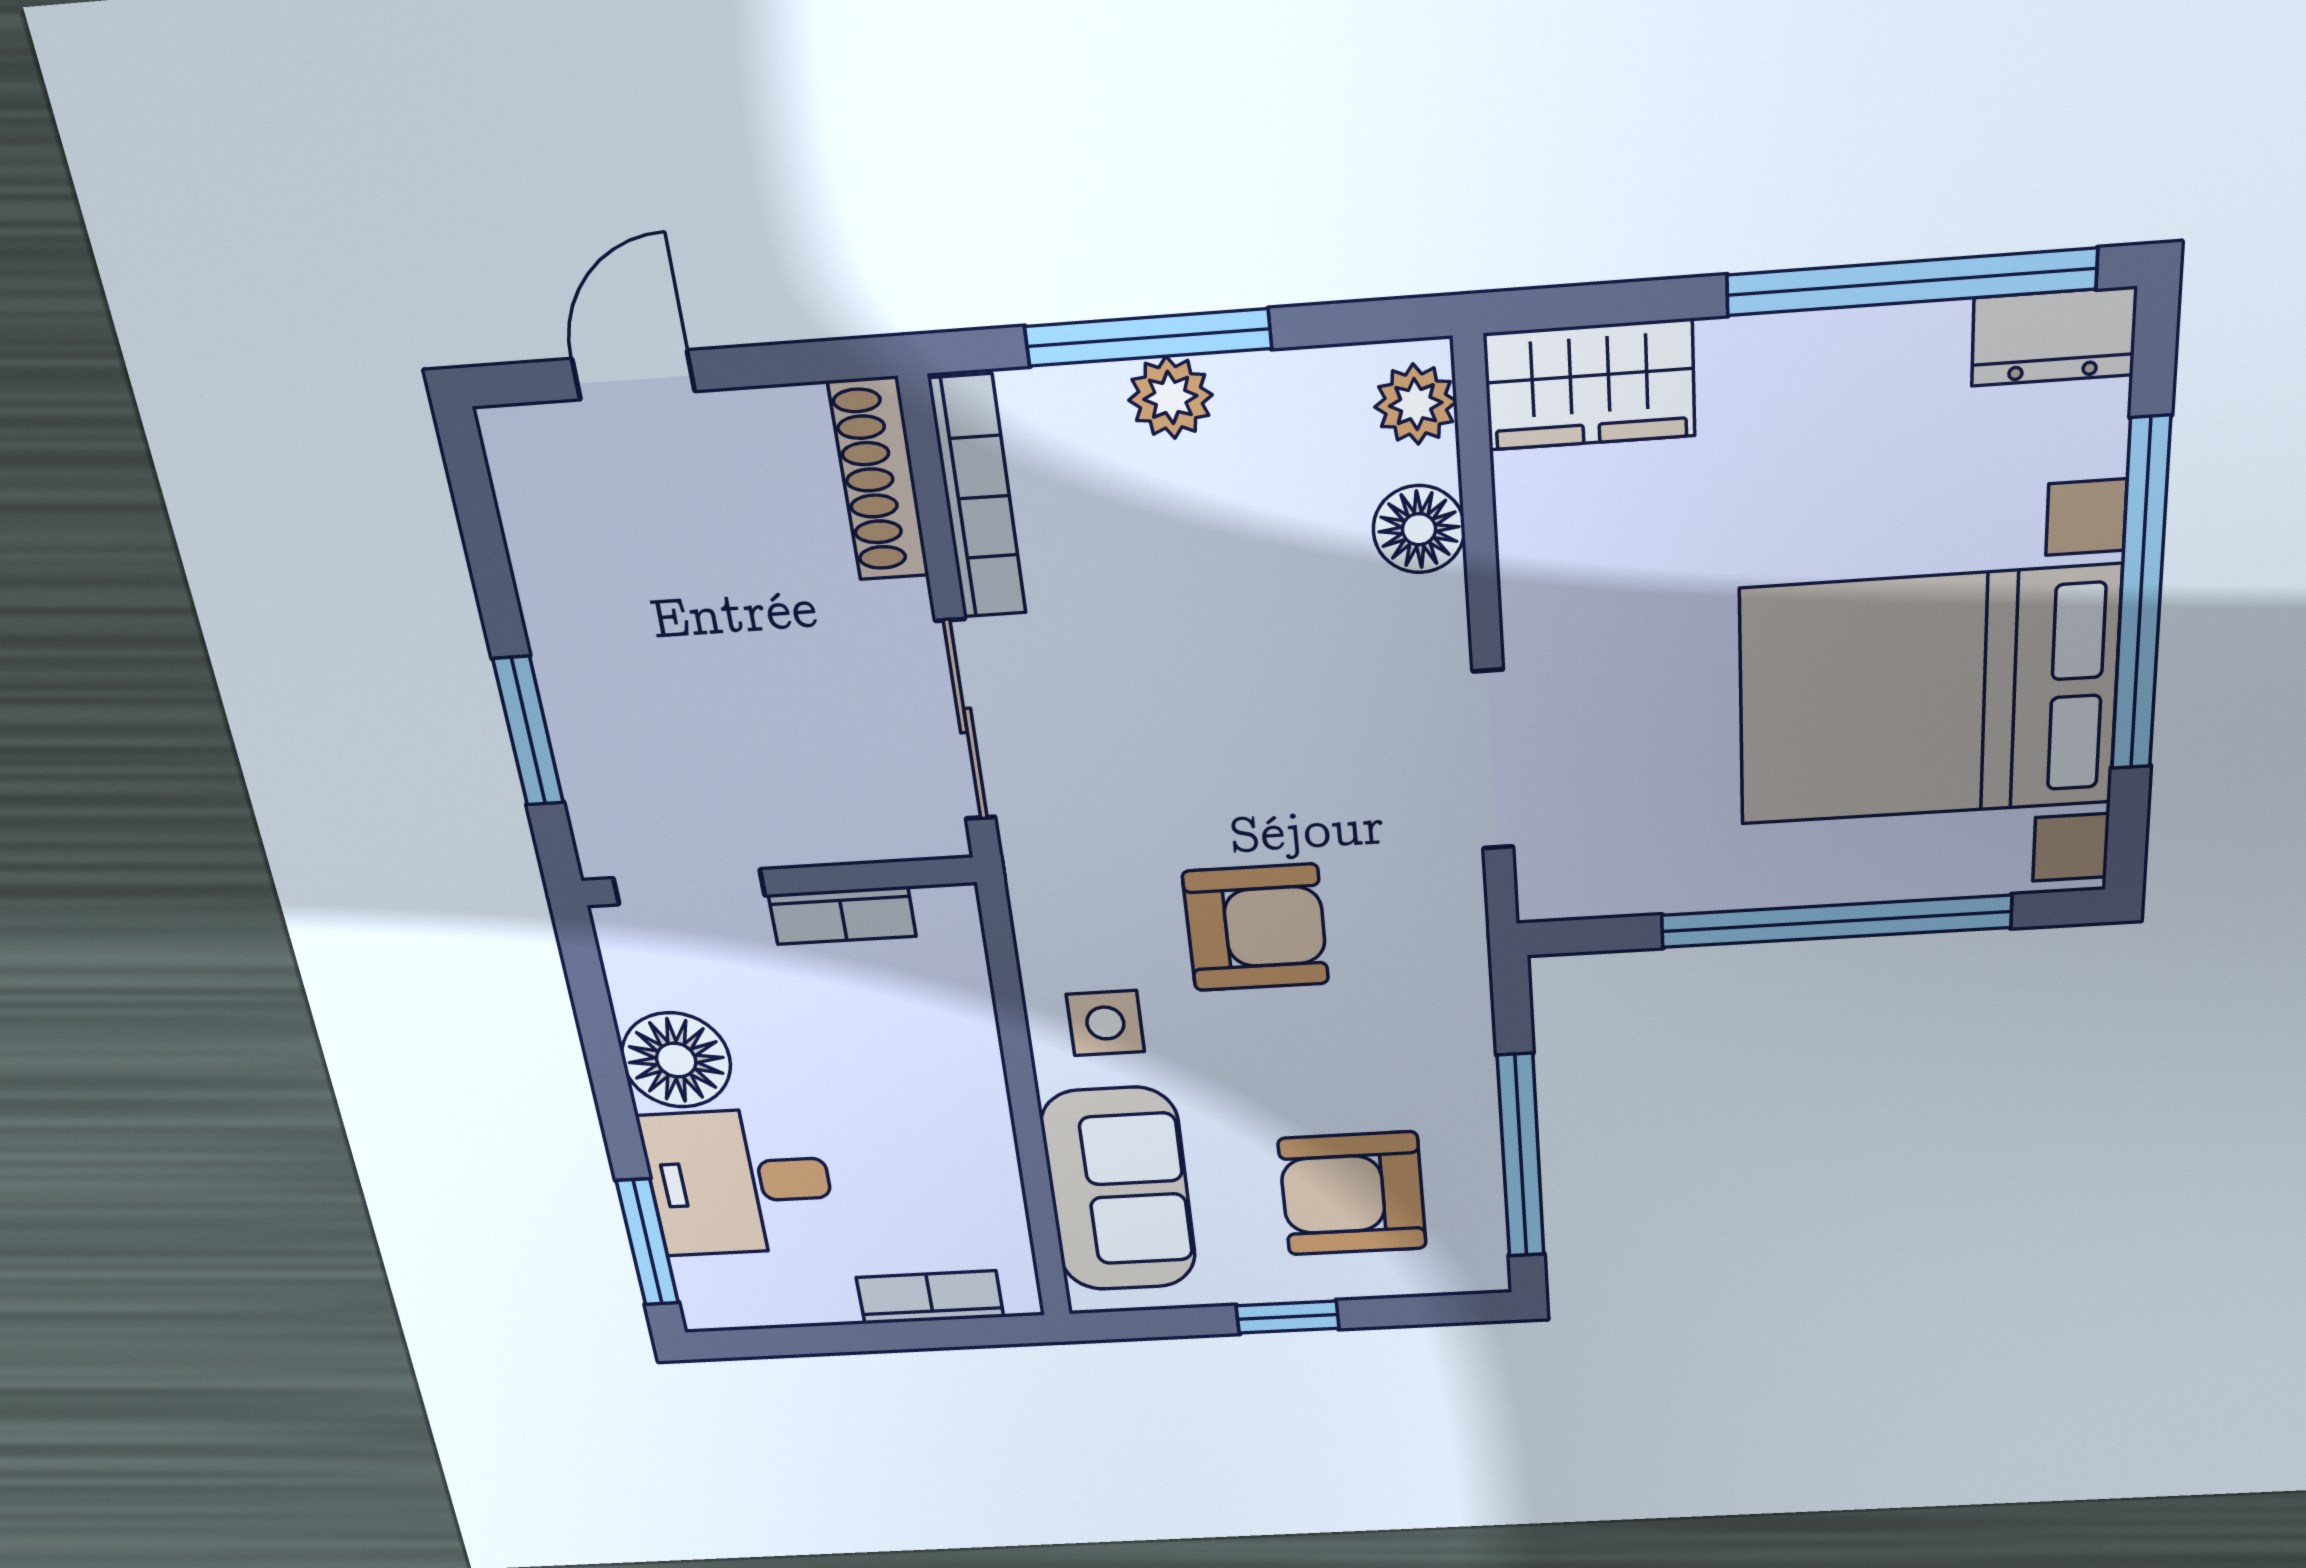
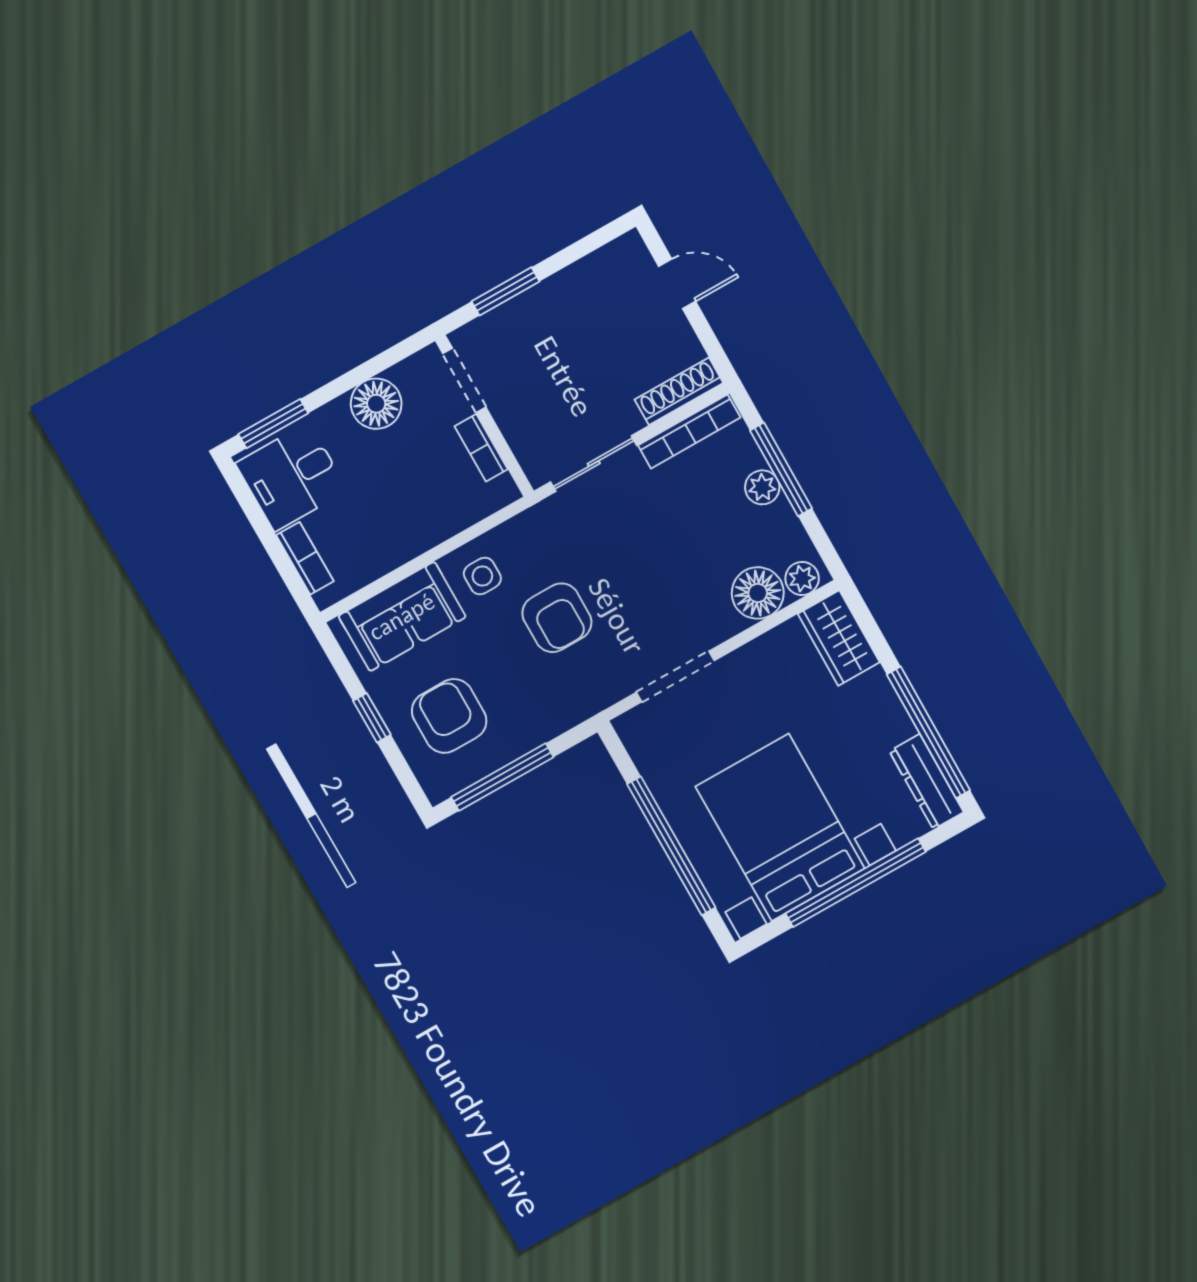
dresser: (2054, 336) -> (927, 782), width x1.44
floor lamp: (1419, 529) -> (758, 593), width x1.38, depth x1.38
desk: (739, 1182) -> (292, 477), moved, turned -90

